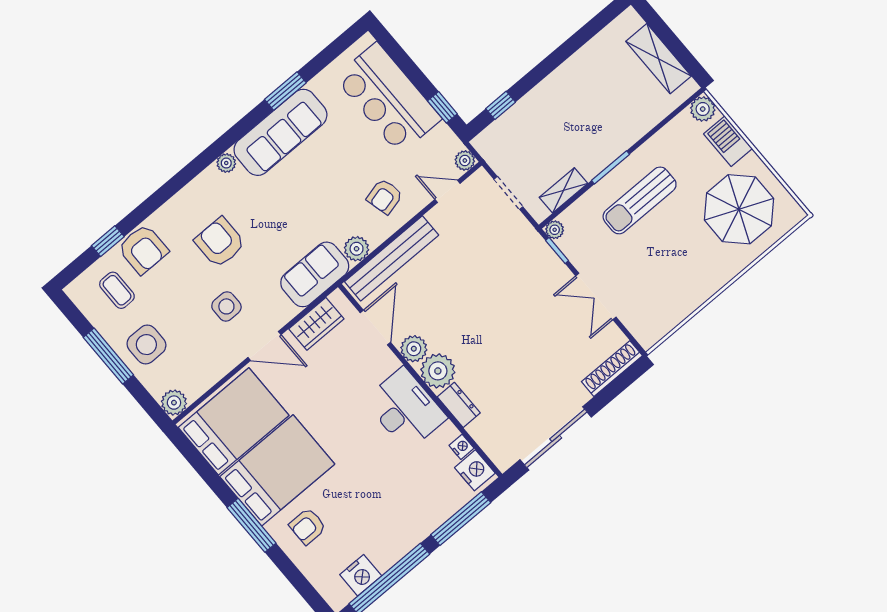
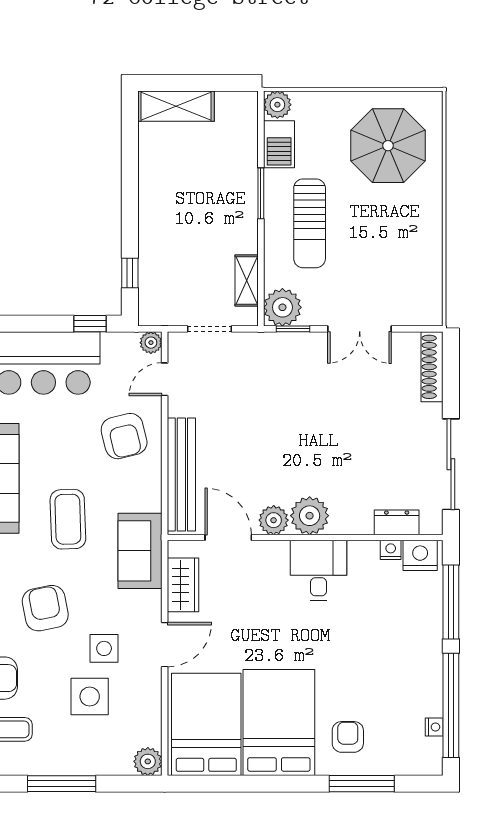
shelving: (658, 59) -> (176, 106), moved
barbecue: (728, 141) -> (279, 144), moved, turned -90
window: (611, 167) -> (261, 193), moved
armchair: (385, 196) -> (124, 436), width x1.38, depth x1.38
coffee table: (295, 206) -> (68, 519), added
plant: (555, 230) -> (282, 307), width x1.87, depth x1.87
armchair: (220, 242) -> (45, 608), turned 79
plant: (357, 249) -> (148, 497), removed
side table: (146, 345) -> (90, 697), moved
dresser: (459, 405) -> (397, 522), moved
desk: (405, 409) -> (319, 570), width x0.73
window: (251, 525) -> (362, 784), moved
armchair: (308, 526) -> (348, 737), turned 180
nightstand: (361, 575) -> (434, 727), width x0.53, depth x0.56

